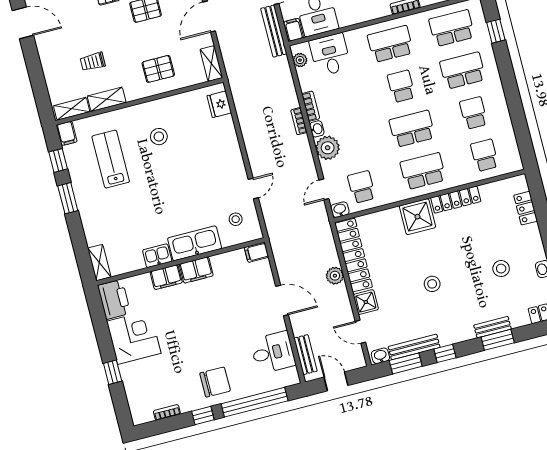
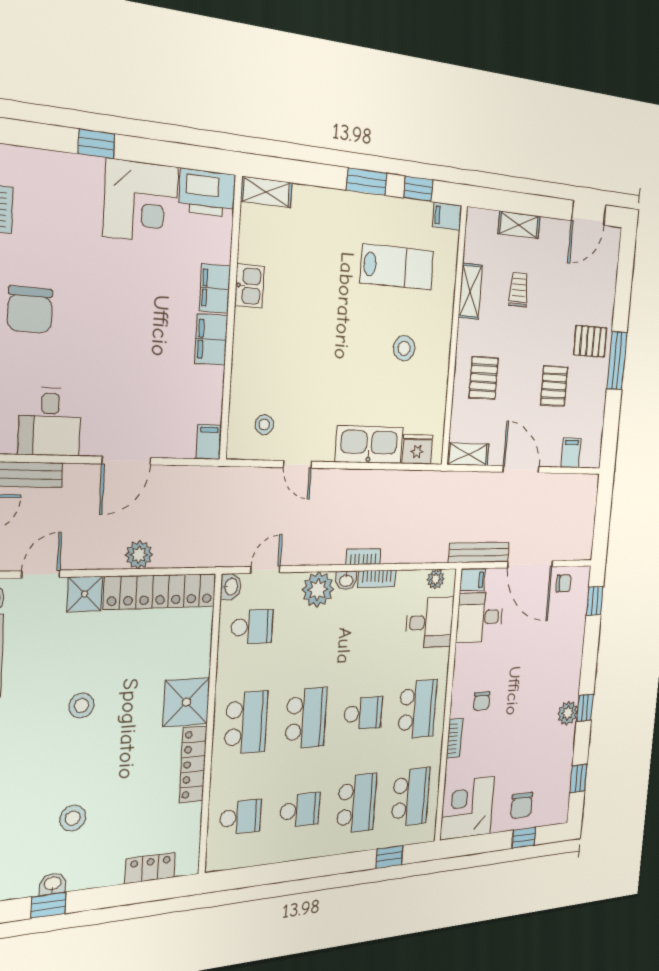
shelving: (72, 109) -> (519, 225), moved, turned 90
door: (324, 189) -> (265, 570), hinge flipped
kitchen sink: (195, 243) -> (369, 445), moved, turned -90

